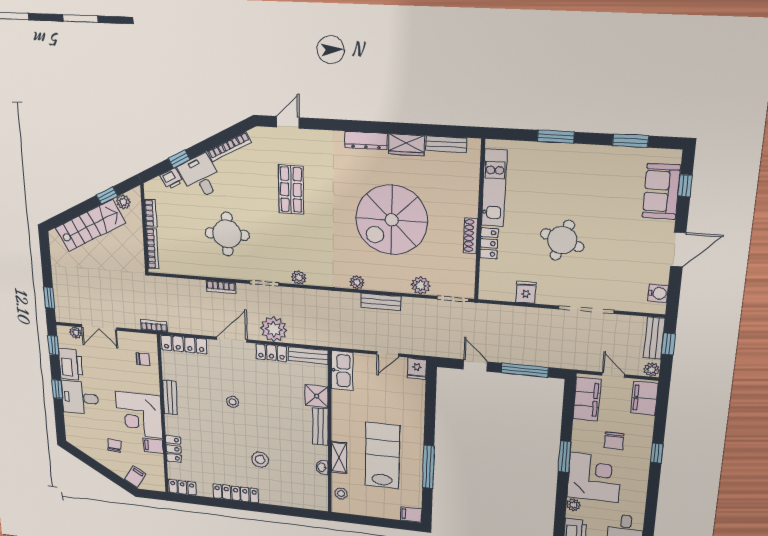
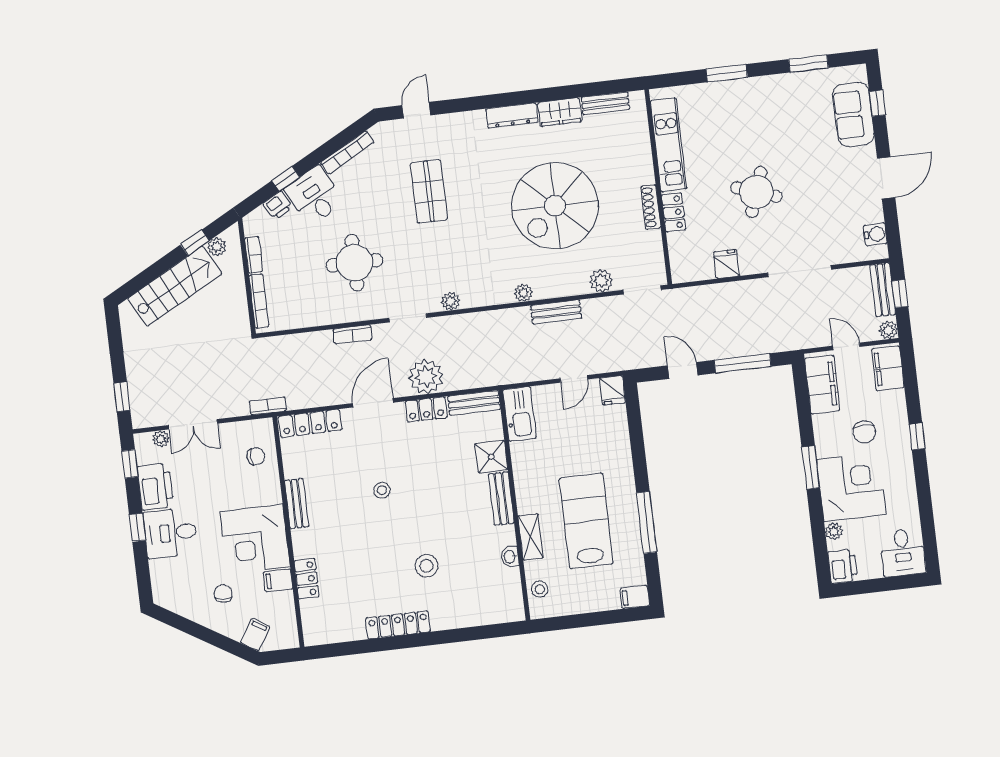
locker: (182, 487) -> (323, 634), removed

